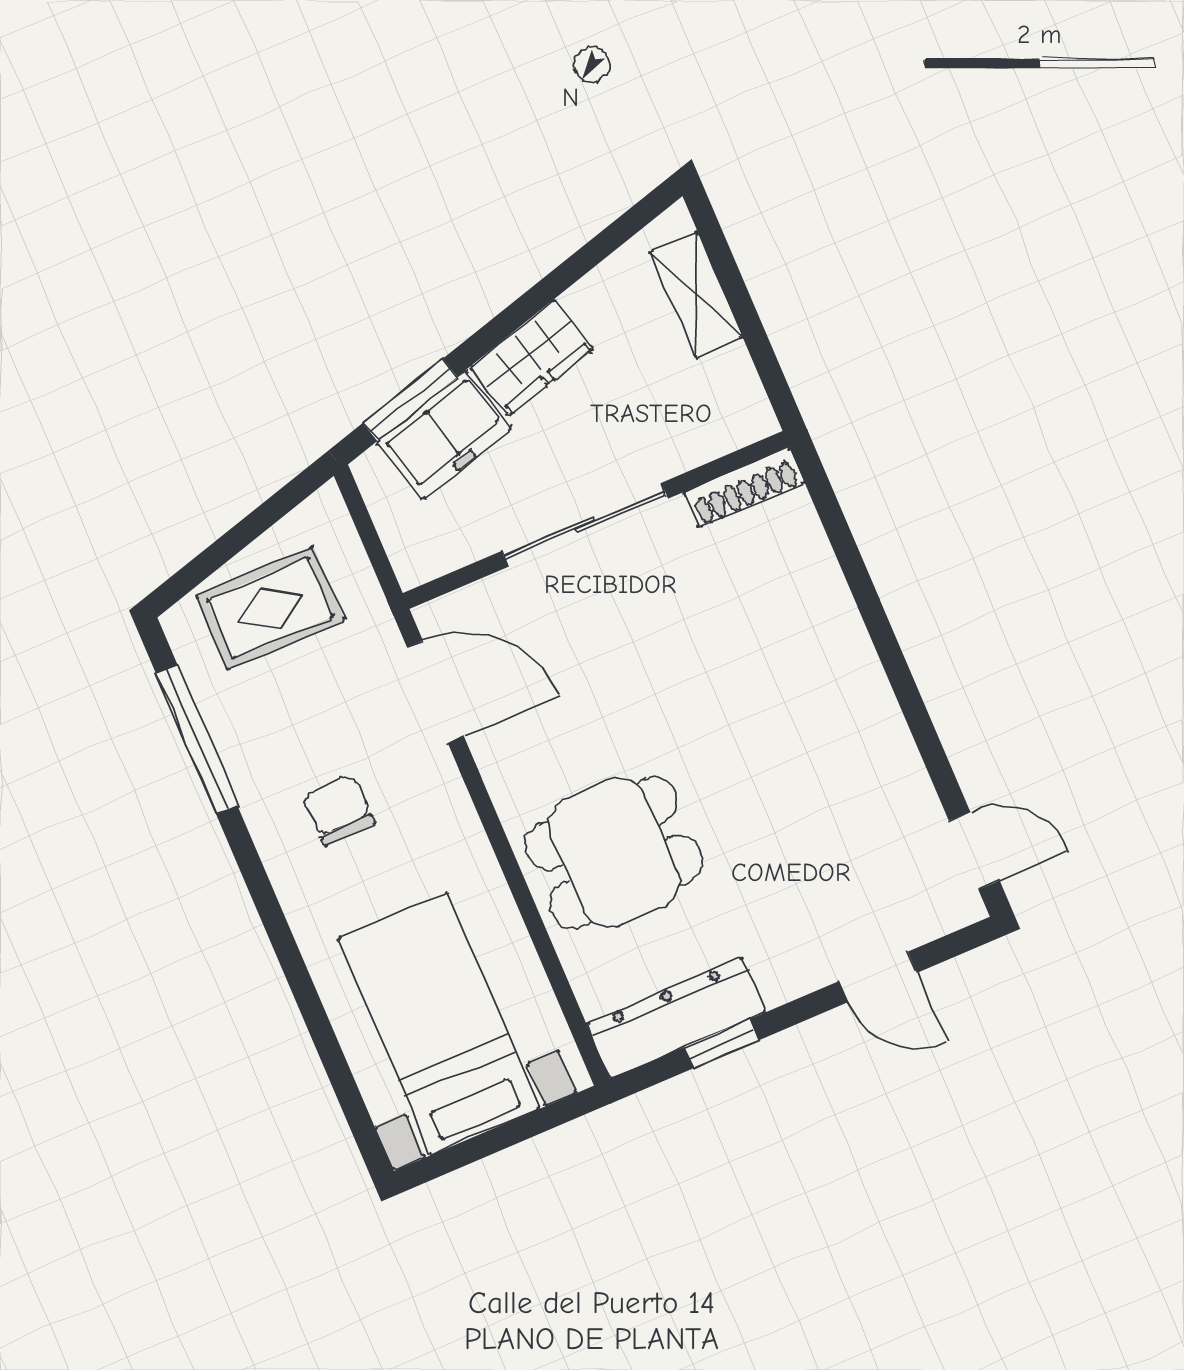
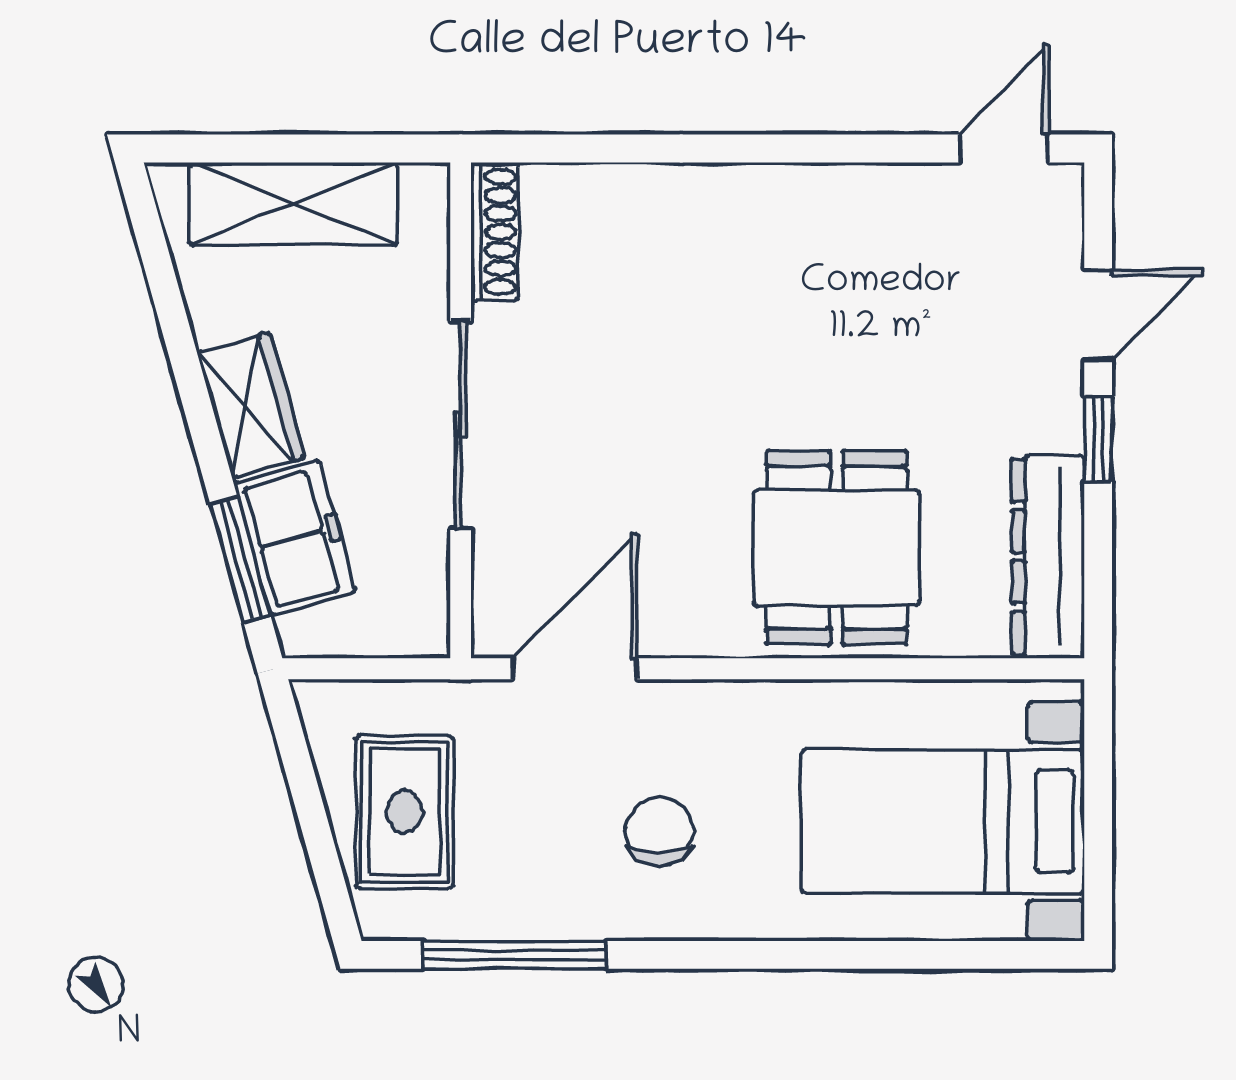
shelving: (696, 295) -> (293, 204), width x1.50, depth x1.33
chair: (338, 810) -> (659, 831), turned 92
window: (722, 1044) -> (1098, 439), moved

